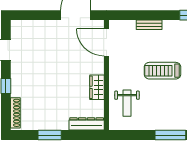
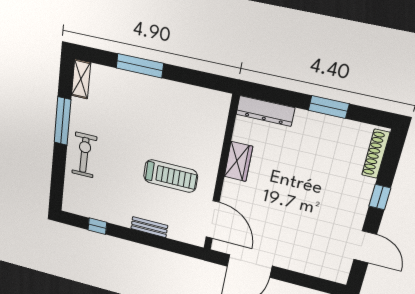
treadmill: (162, 71) -> (170, 176), moved
weight bench: (127, 103) -> (198, 128), removed

